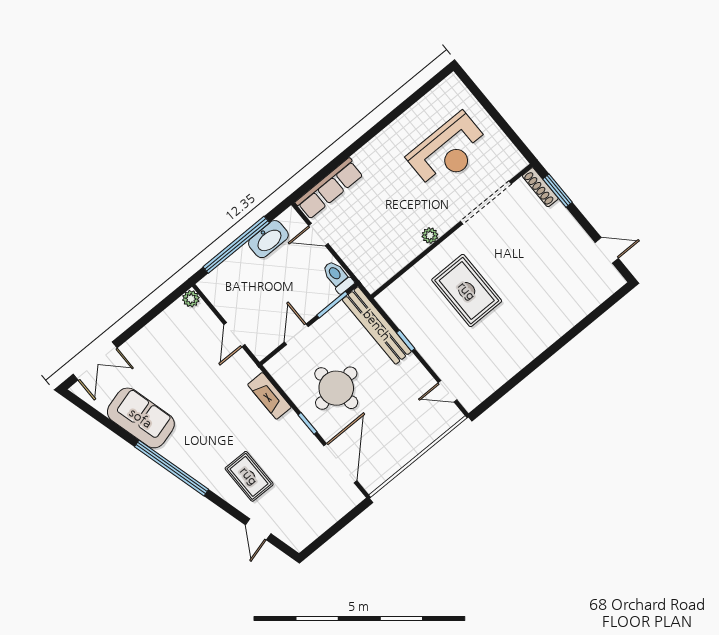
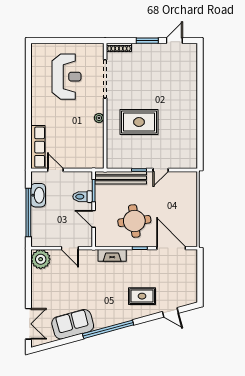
window: (558, 191) -> (147, 41), moved
door: (318, 235) -> (55, 170), swing flipped
toilet: (338, 277) -> (83, 197), moved
plant: (191, 299) -> (41, 259), width x1.88, depth x1.88
door: (447, 391) -> (161, 170), moved

